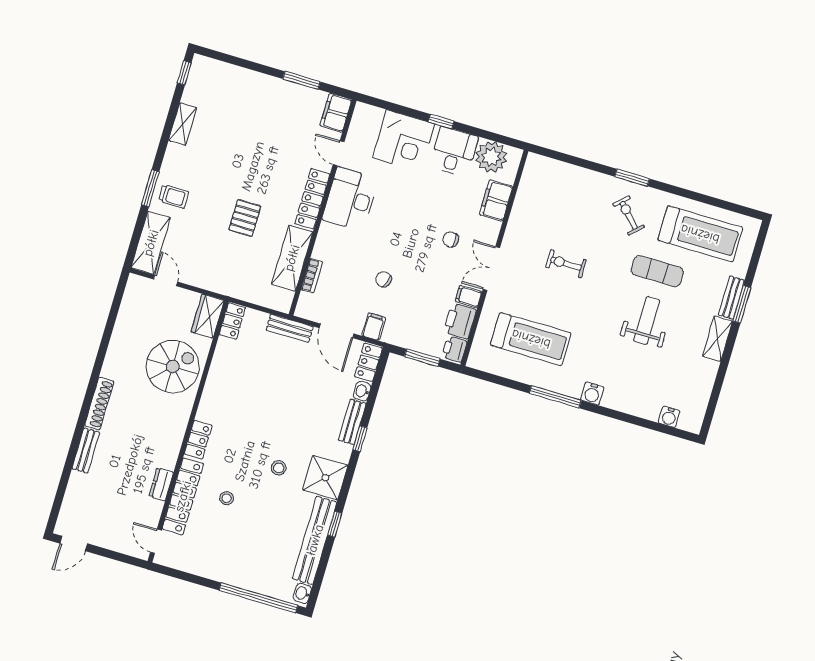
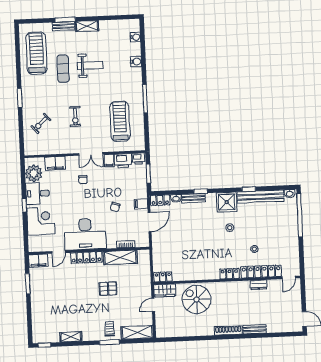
desk: (350, 199) -> (85, 234), width x1.36, depth x1.30
exercise bike: (629, 215) -> (41, 123), moved
door: (166, 280) -> (153, 305), moved
weight bench: (647, 321) -> (90, 65), turned 180
bench: (290, 328) -> (157, 246), removed
water cooler: (592, 393) -> (136, 62), moved

